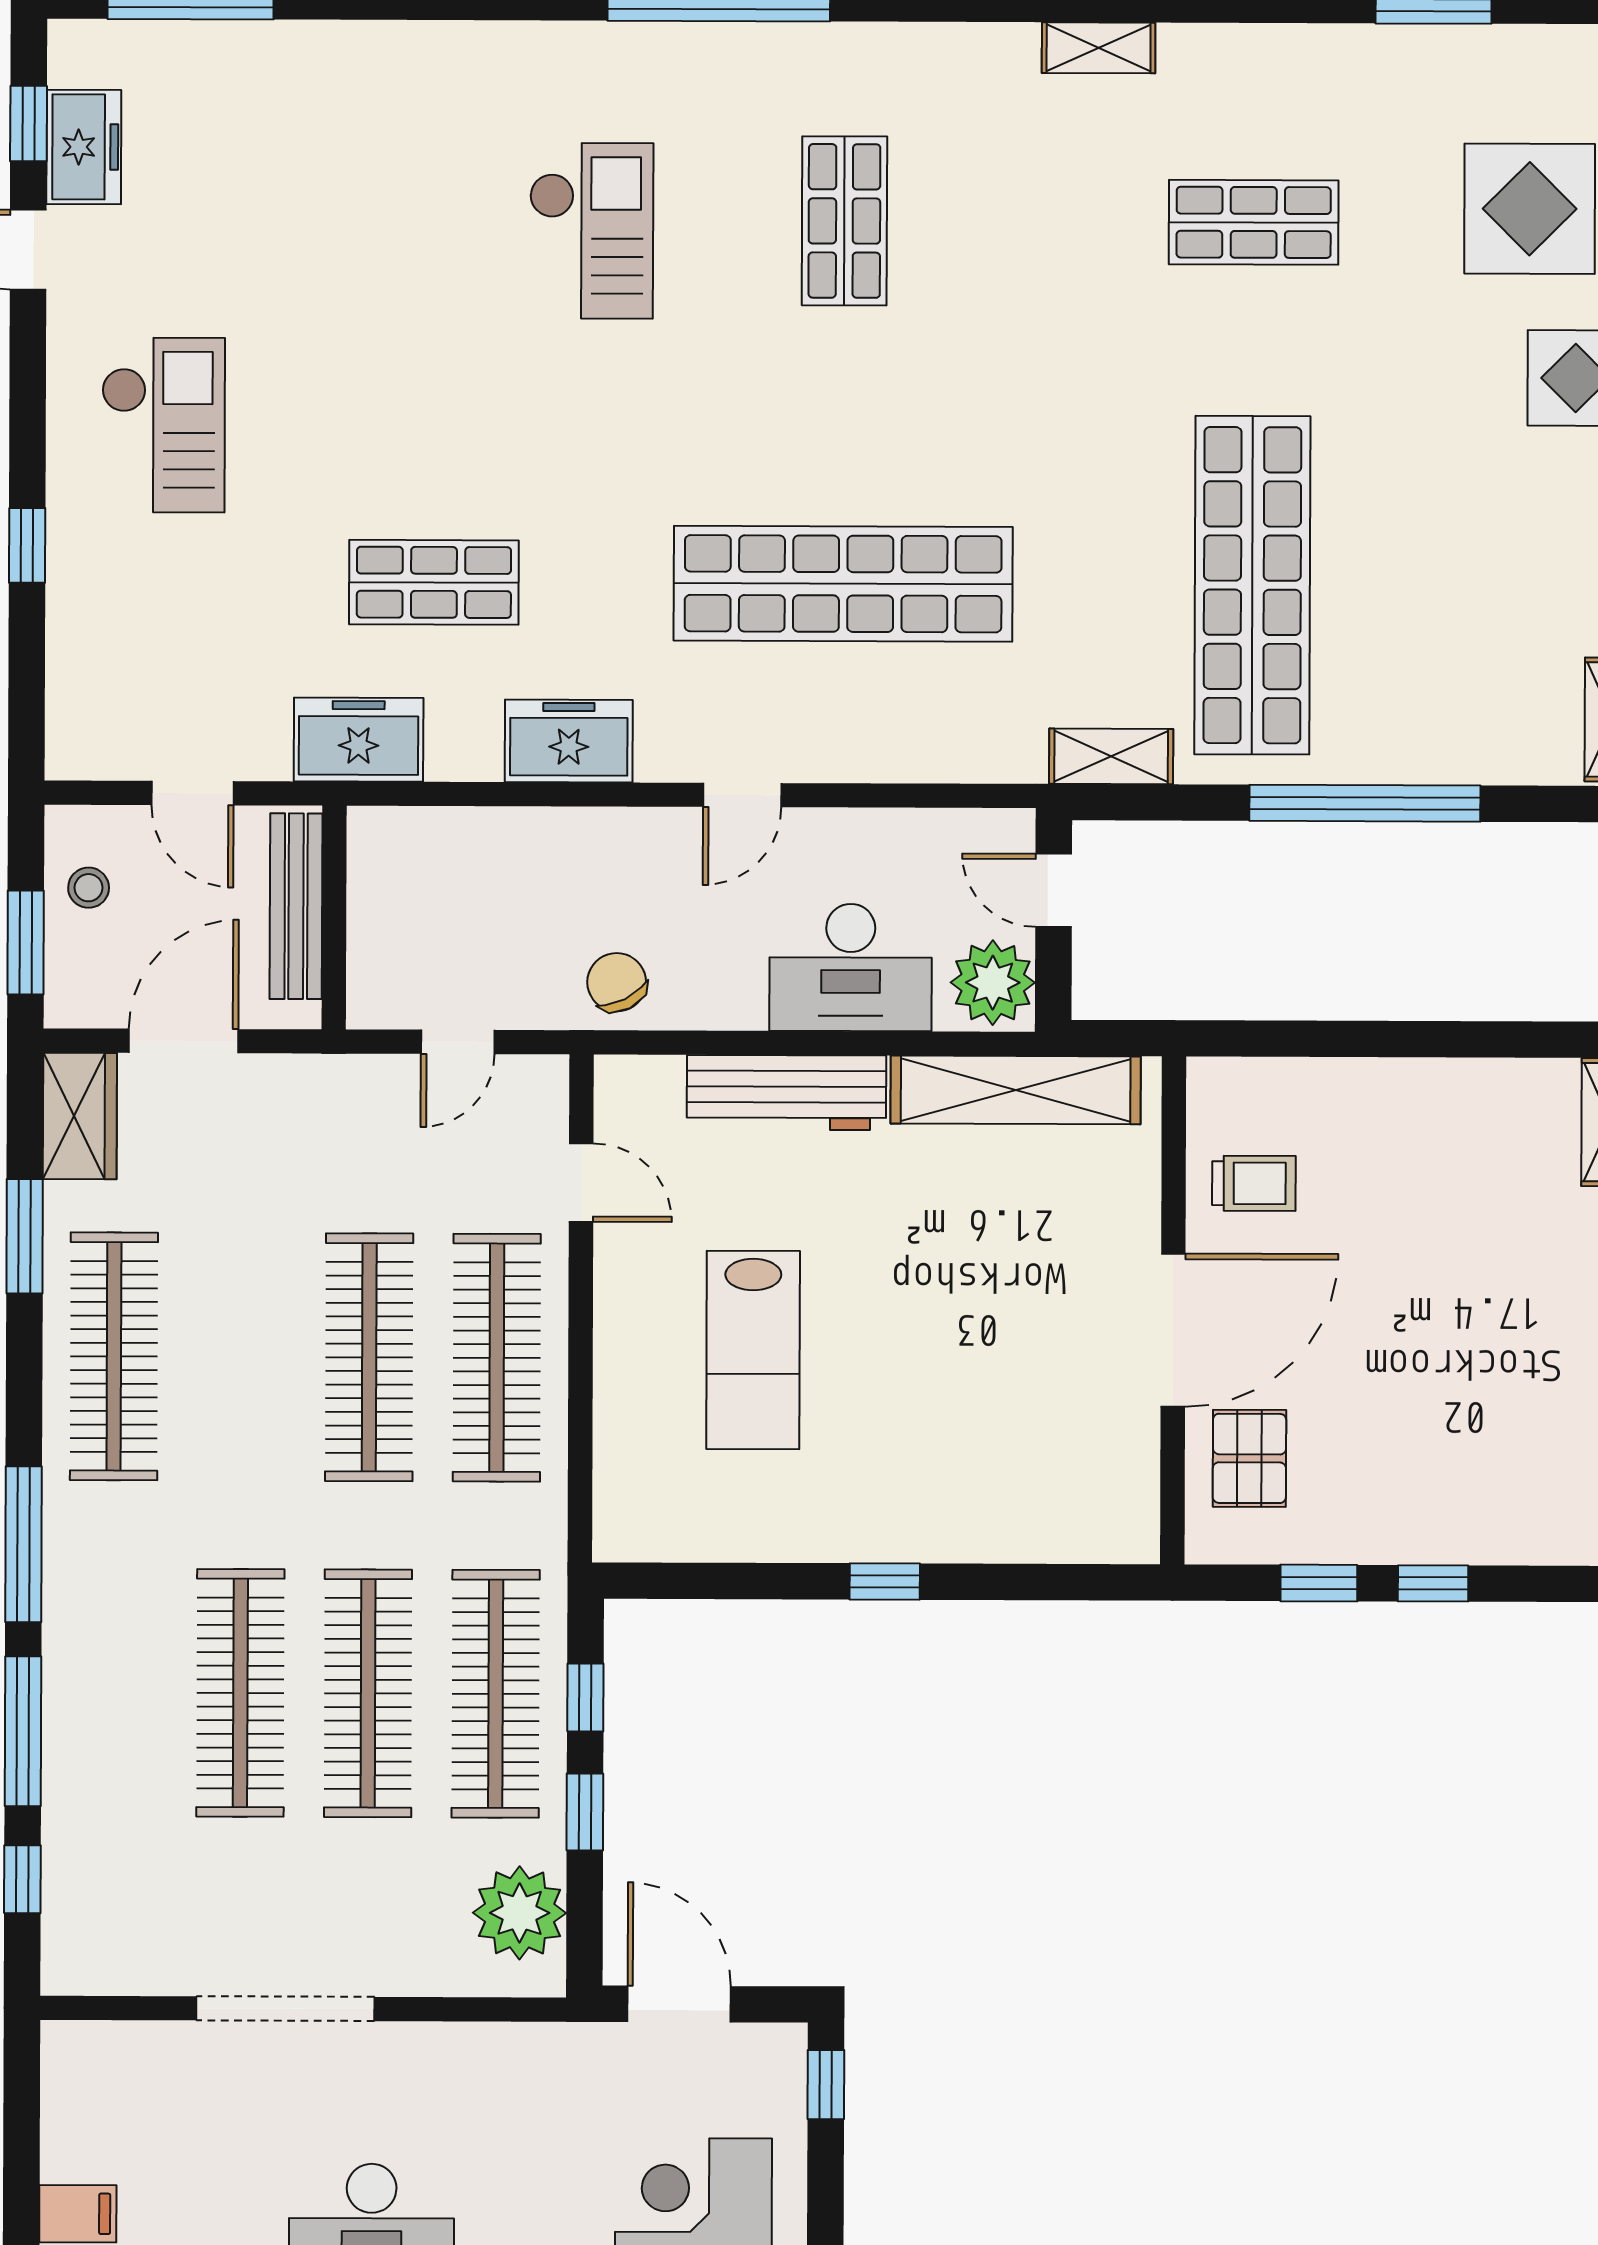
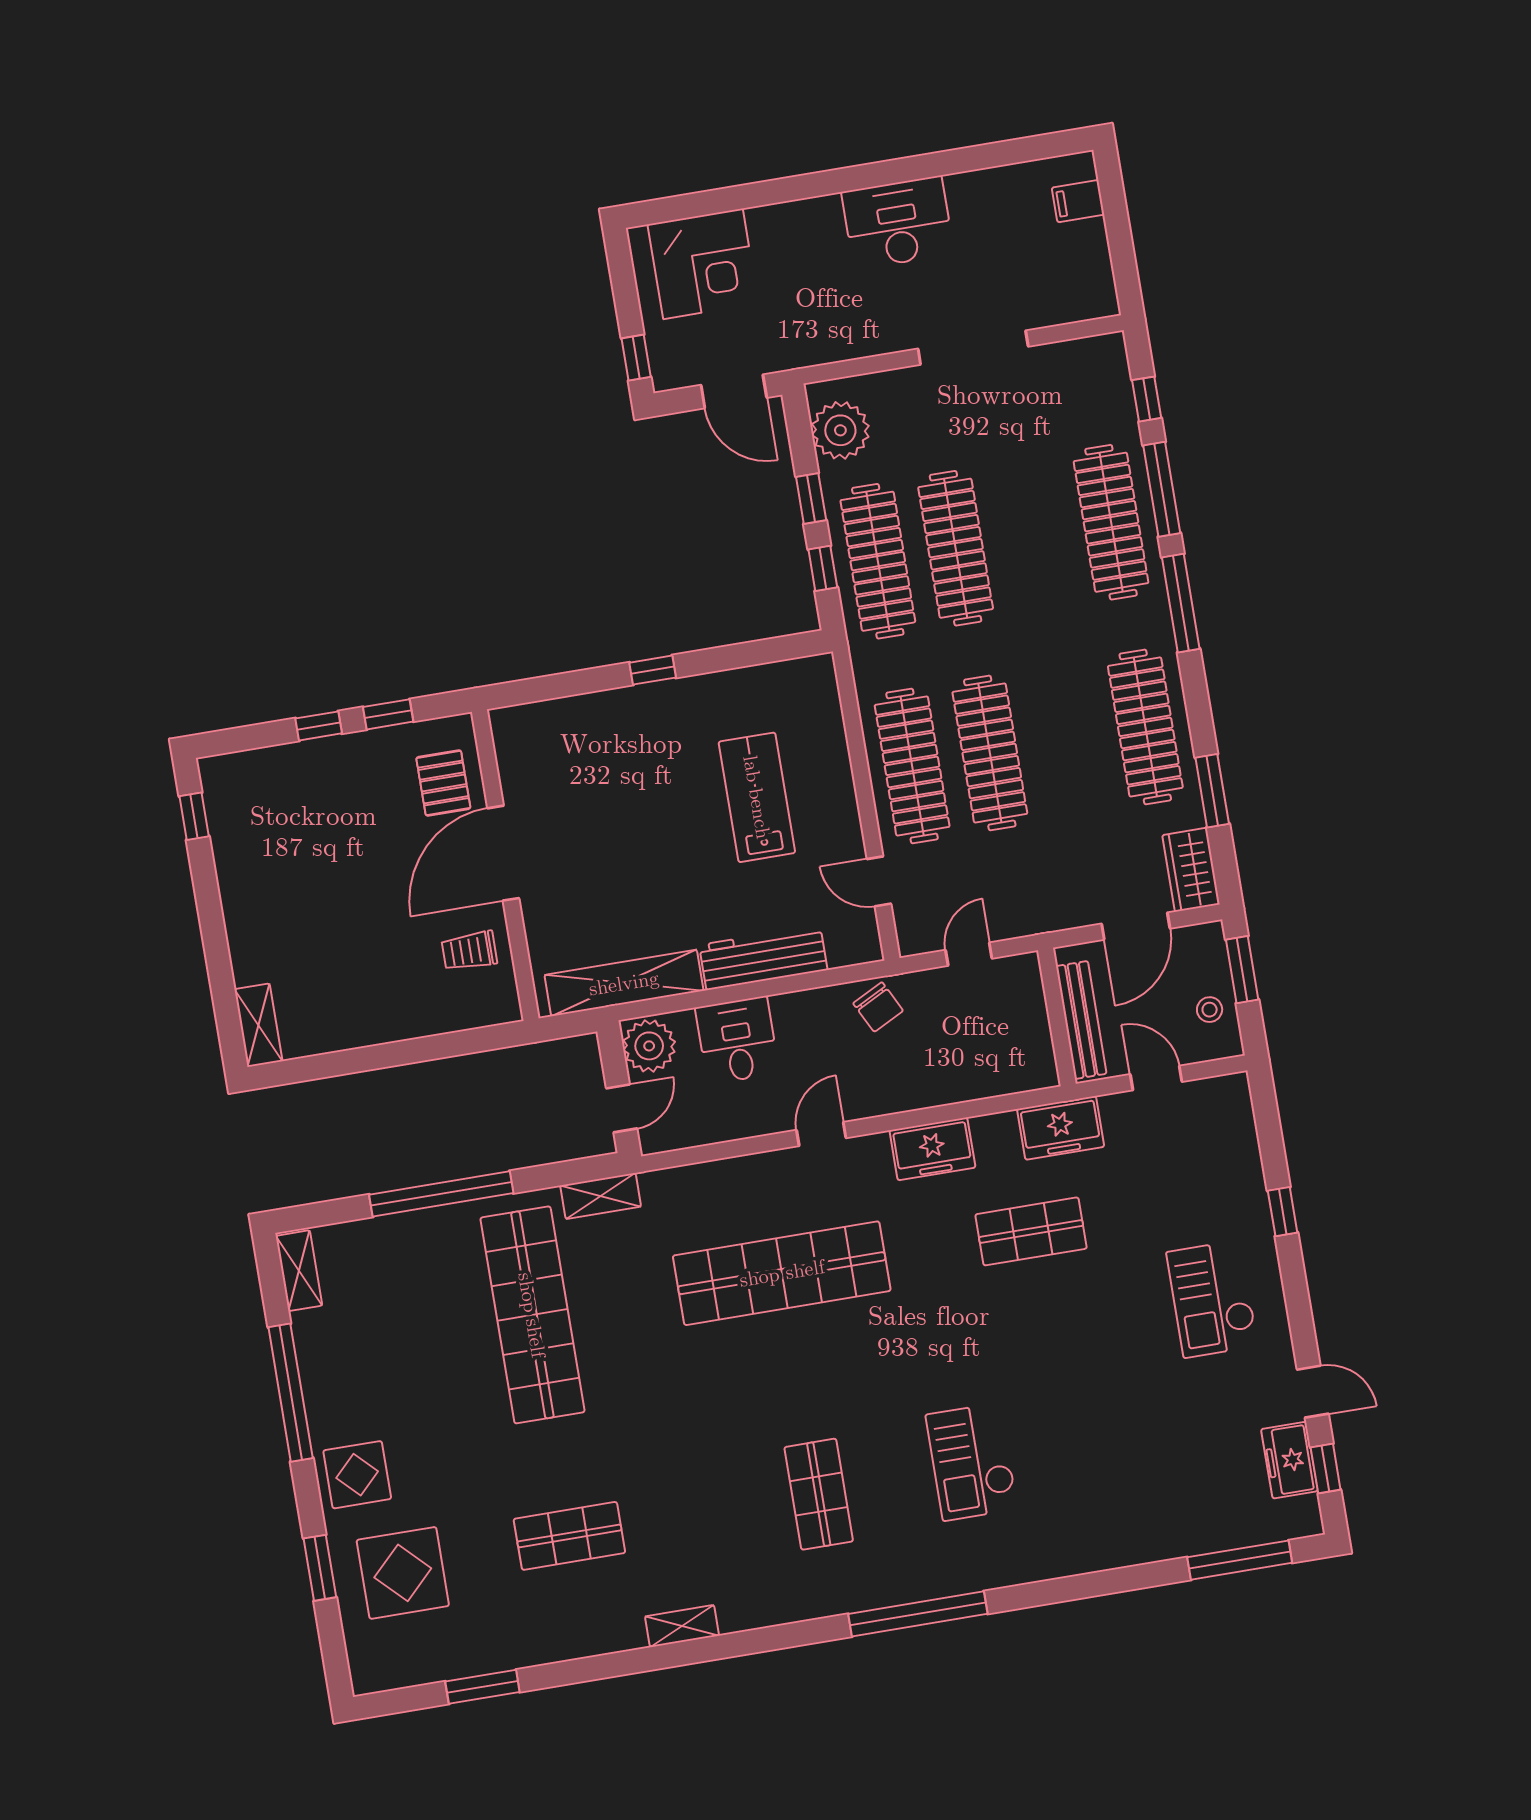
door: (1054, 890) -> (622, 1108), hinge flipped
desk: (851, 967) -> (737, 1040), width x0.73
clothes rail: (240, 1693) -> (1111, 522), moved

